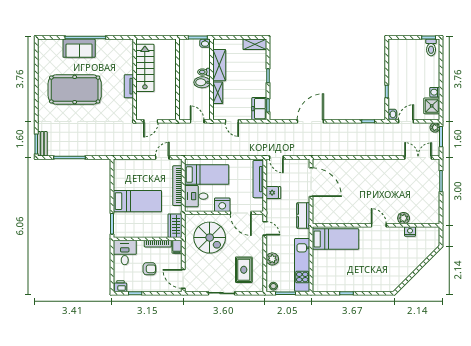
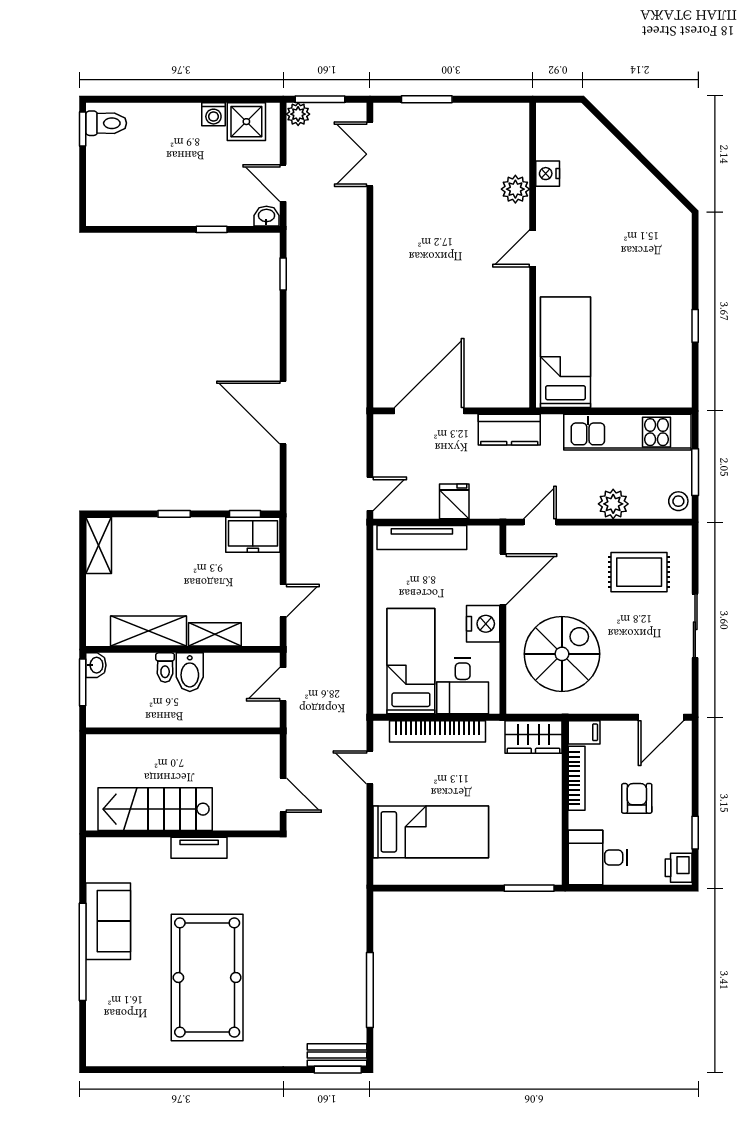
sofa: (79, 48) -> (108, 921), moved
bed: (137, 201) -> (431, 832), moved, turned 90

